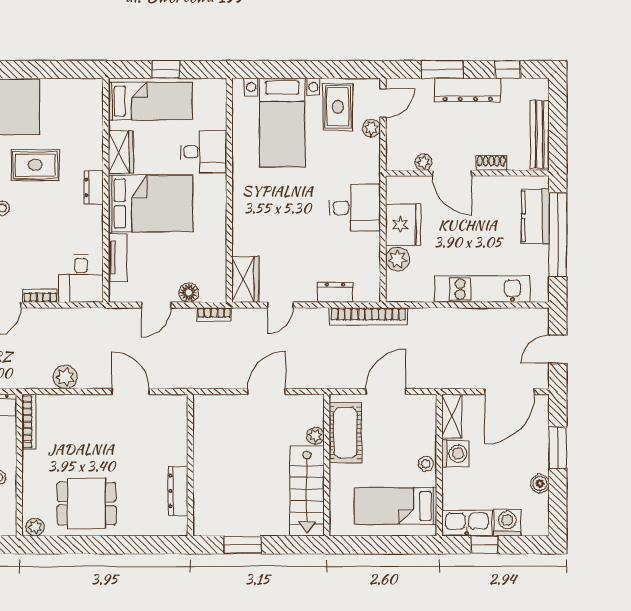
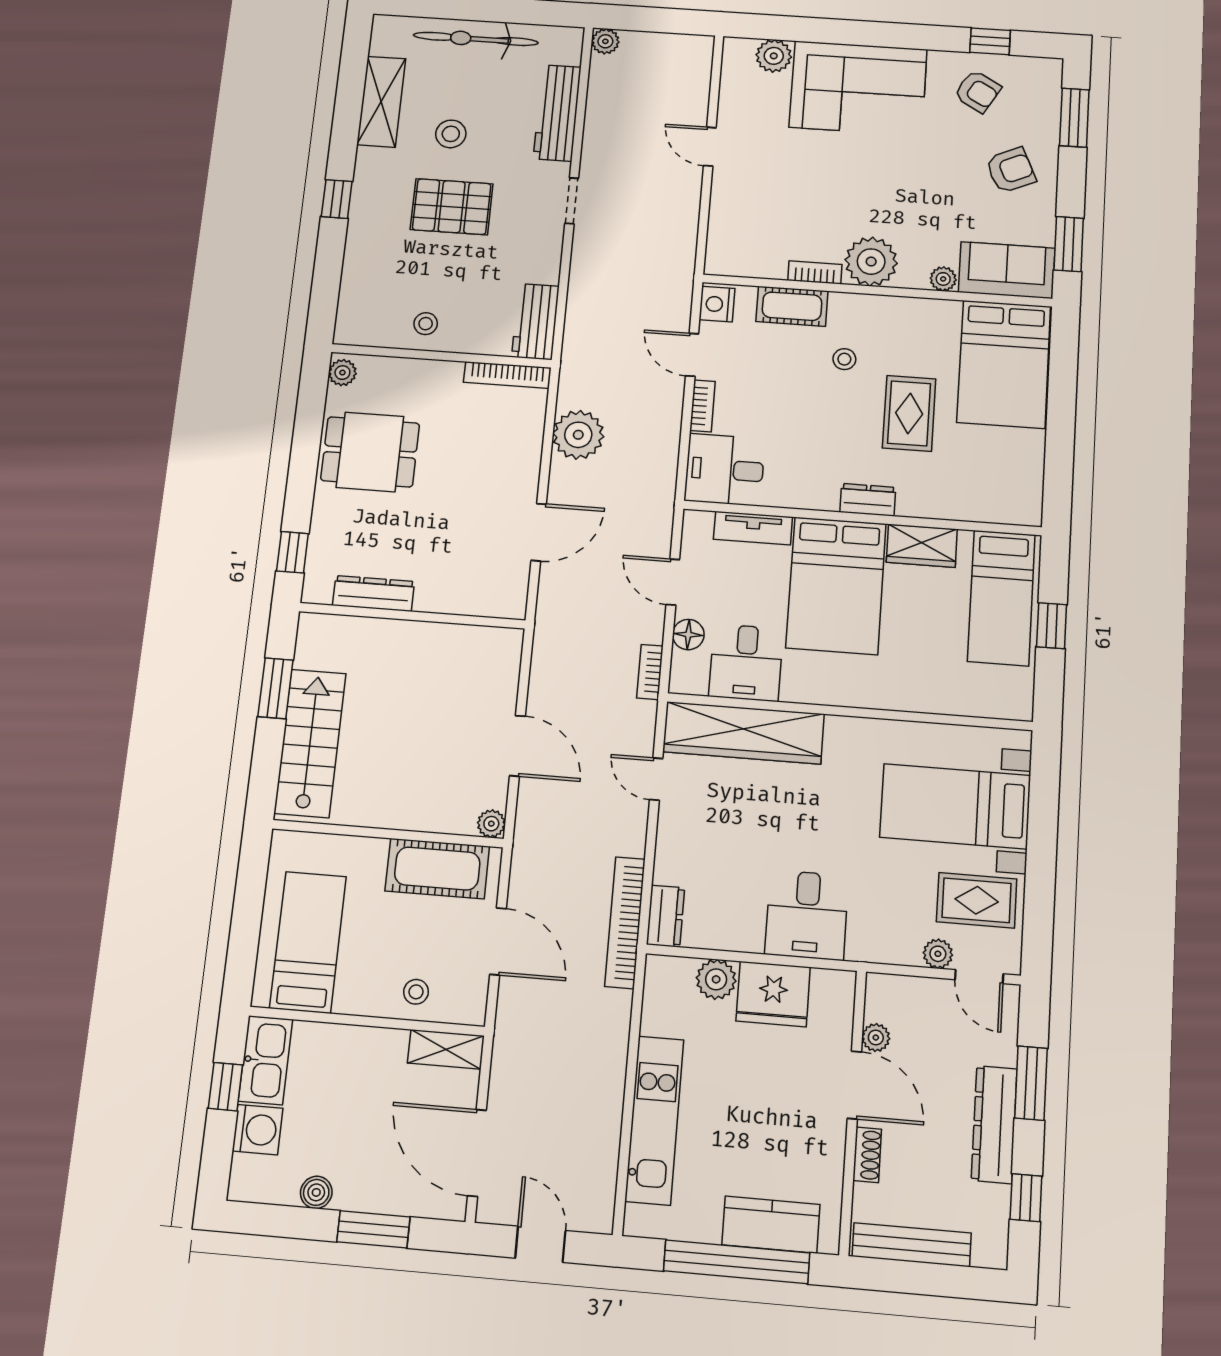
desk: (204, 152) -> (746, 663), moved
door: (452, 173) -> (854, 1085), swing flipped
wardrobe: (245, 279) -> (743, 733), width x2.10, depth x1.17
dresser: (335, 292) -> (666, 916), moved
plant: (65, 377) -> (578, 435), width x1.36, depth x1.36
plant: (315, 436) -> (491, 824), moved
washing machine: (455, 453) -> (383, 1050), removed
stool: (426, 464) -> (416, 992), moved
stairs: (307, 491) -> (310, 743), moved, turned 90
dining table: (86, 504) -> (370, 452), turned 90
window: (156, 545) -> (292, 552), added

